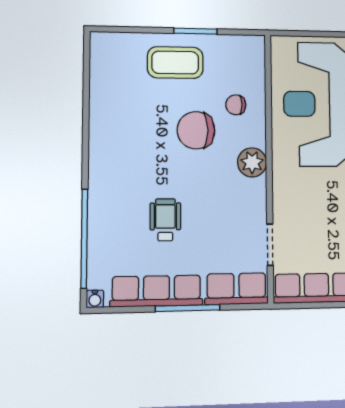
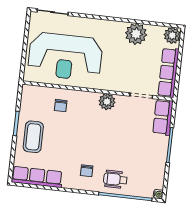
chair: (196, 130) -> (87, 171), moved, width x0.54, depth x0.54
plant: (252, 162) -> (107, 102), moved
wheelchair: (165, 220) -> (115, 179), moved
row of seats: (156, 291) -> (37, 177), moved, turned 90

